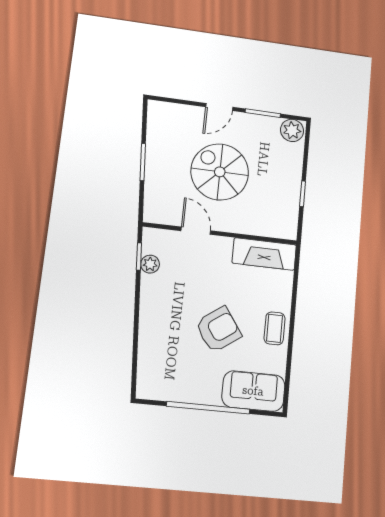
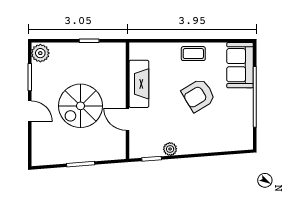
door: (196, 231) -> (128, 119), hinge flipped
fireplace: (264, 254) -> (139, 84), moved
plant: (150, 264) -> (170, 149), moved
armchair: (218, 329) -> (198, 95), turned -86

